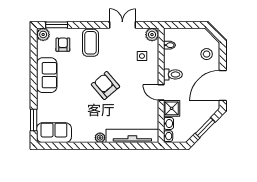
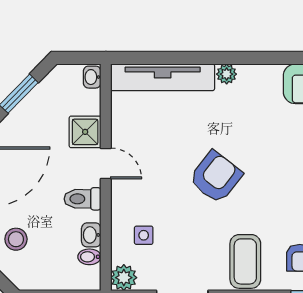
armchair: (106, 86) -> (216, 177), turned -102
washbasin: (168, 123) -> (91, 235), moved

